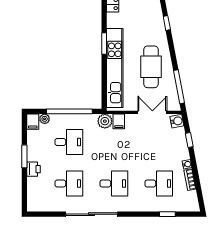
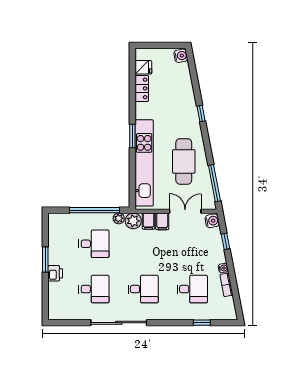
plant: (45, 119) -> (119, 218), moved
filing cabinet: (33, 122) -> (162, 221), moved

